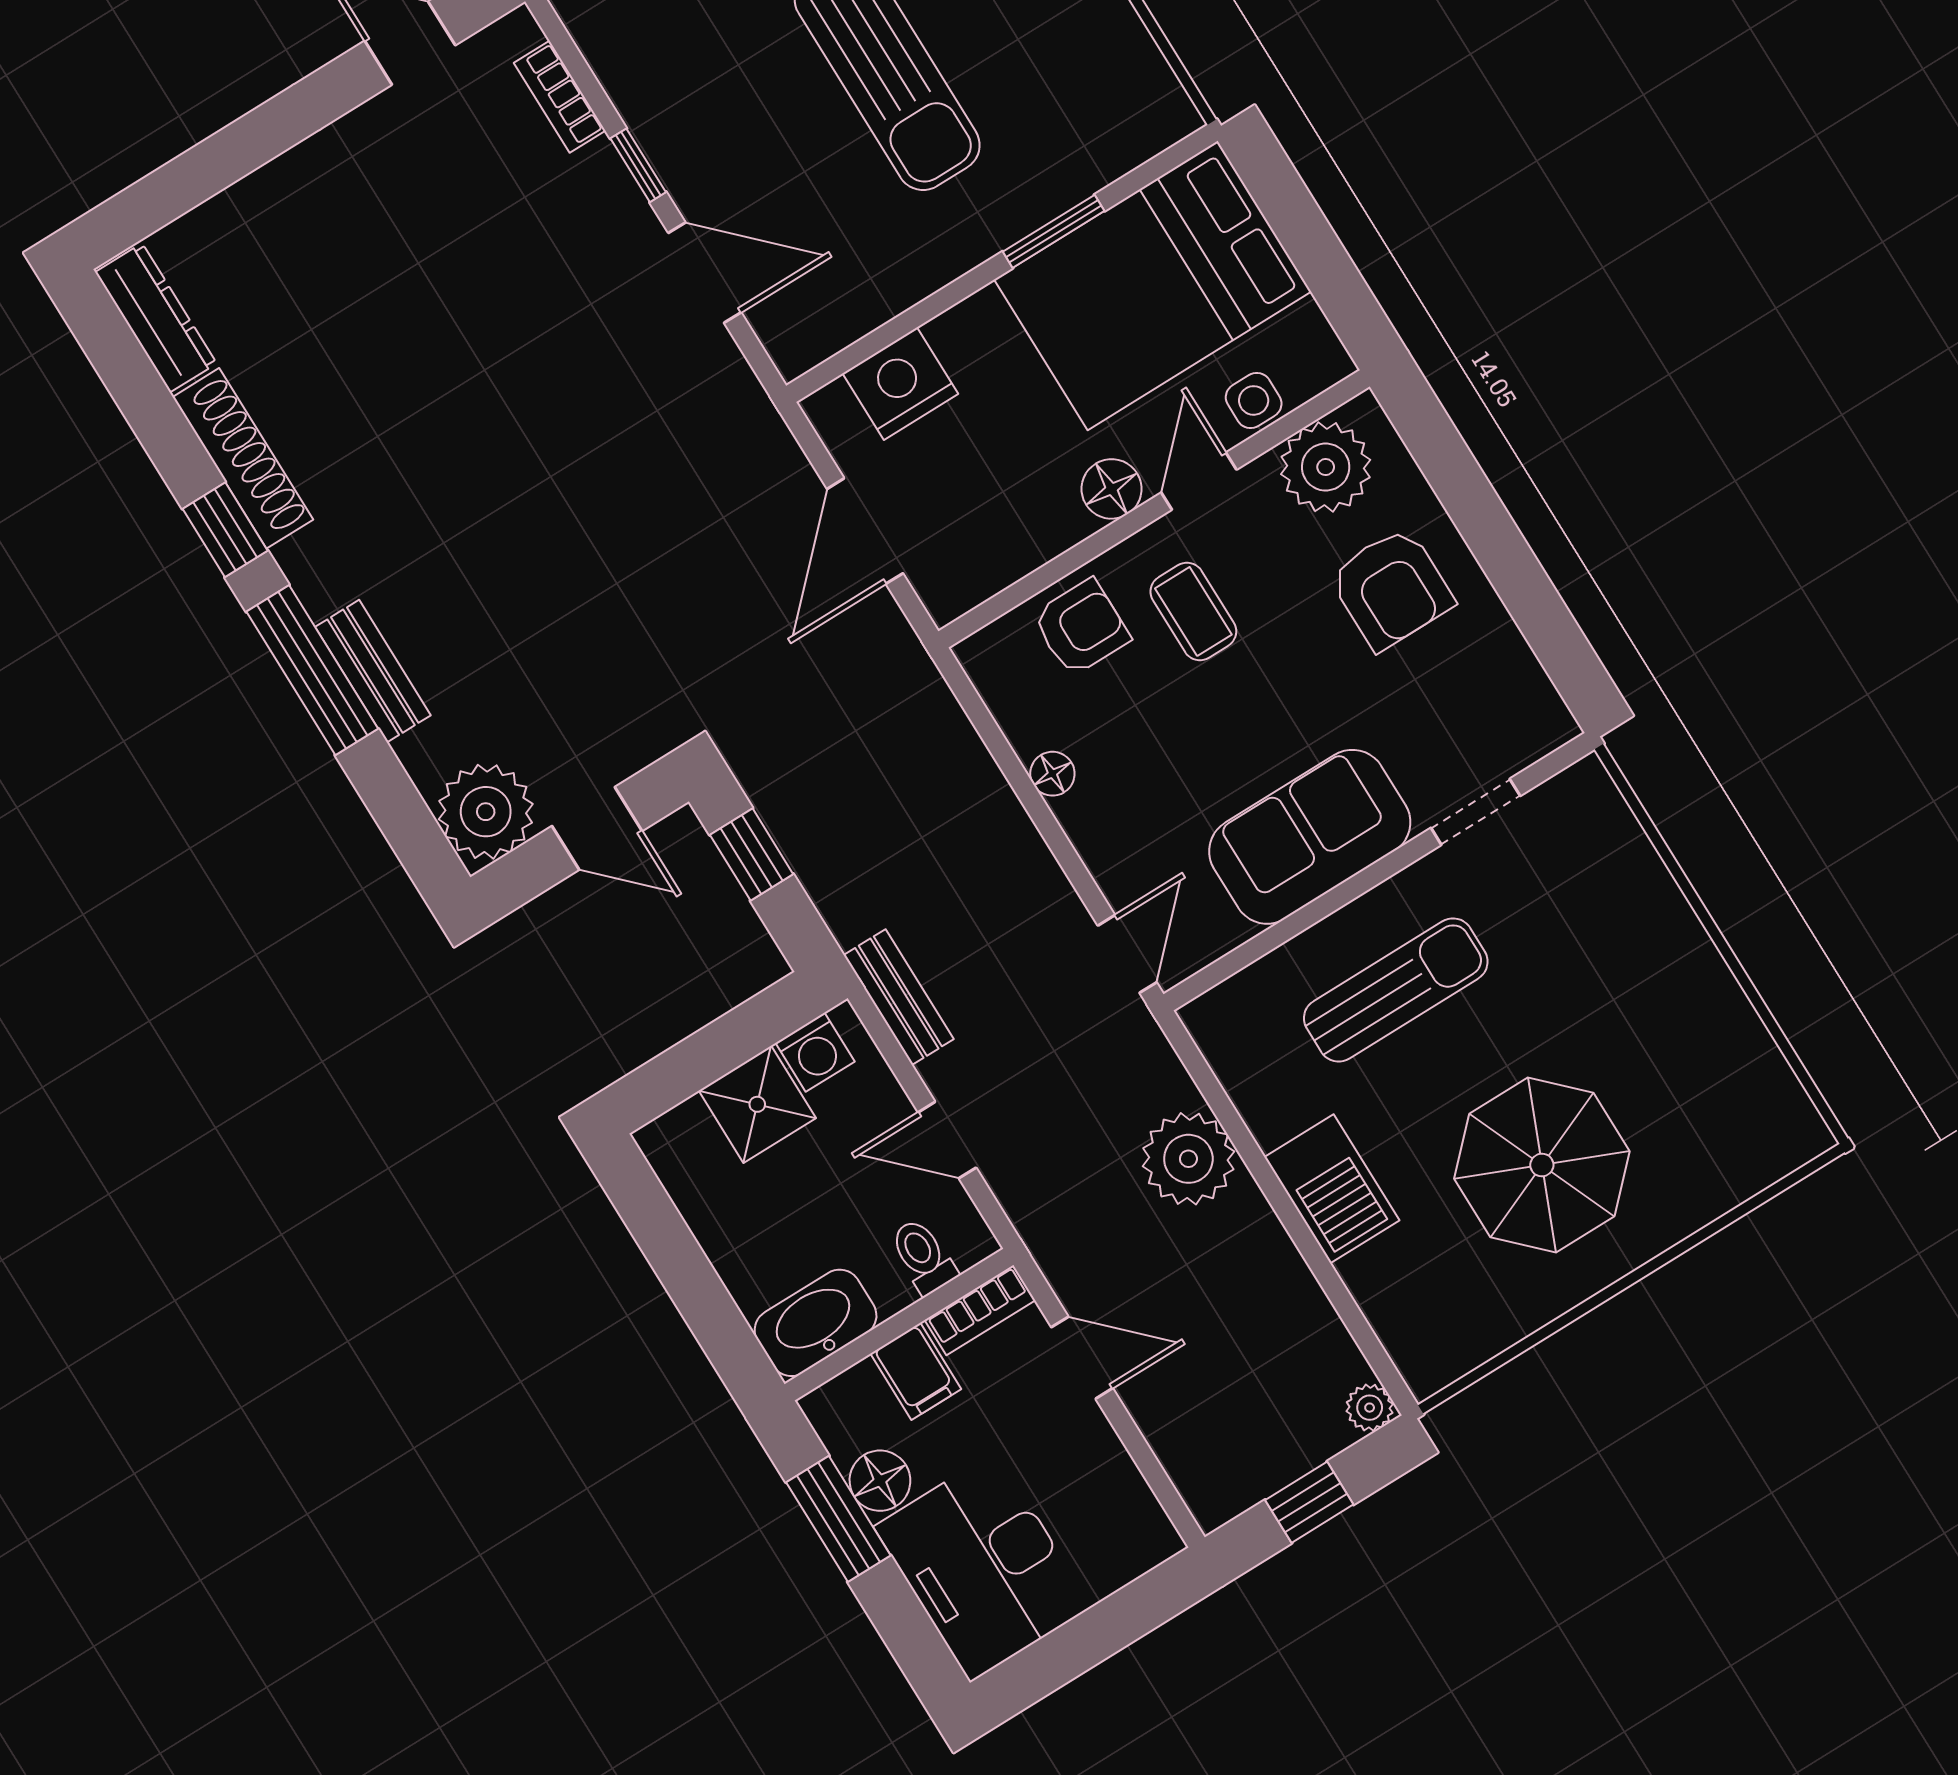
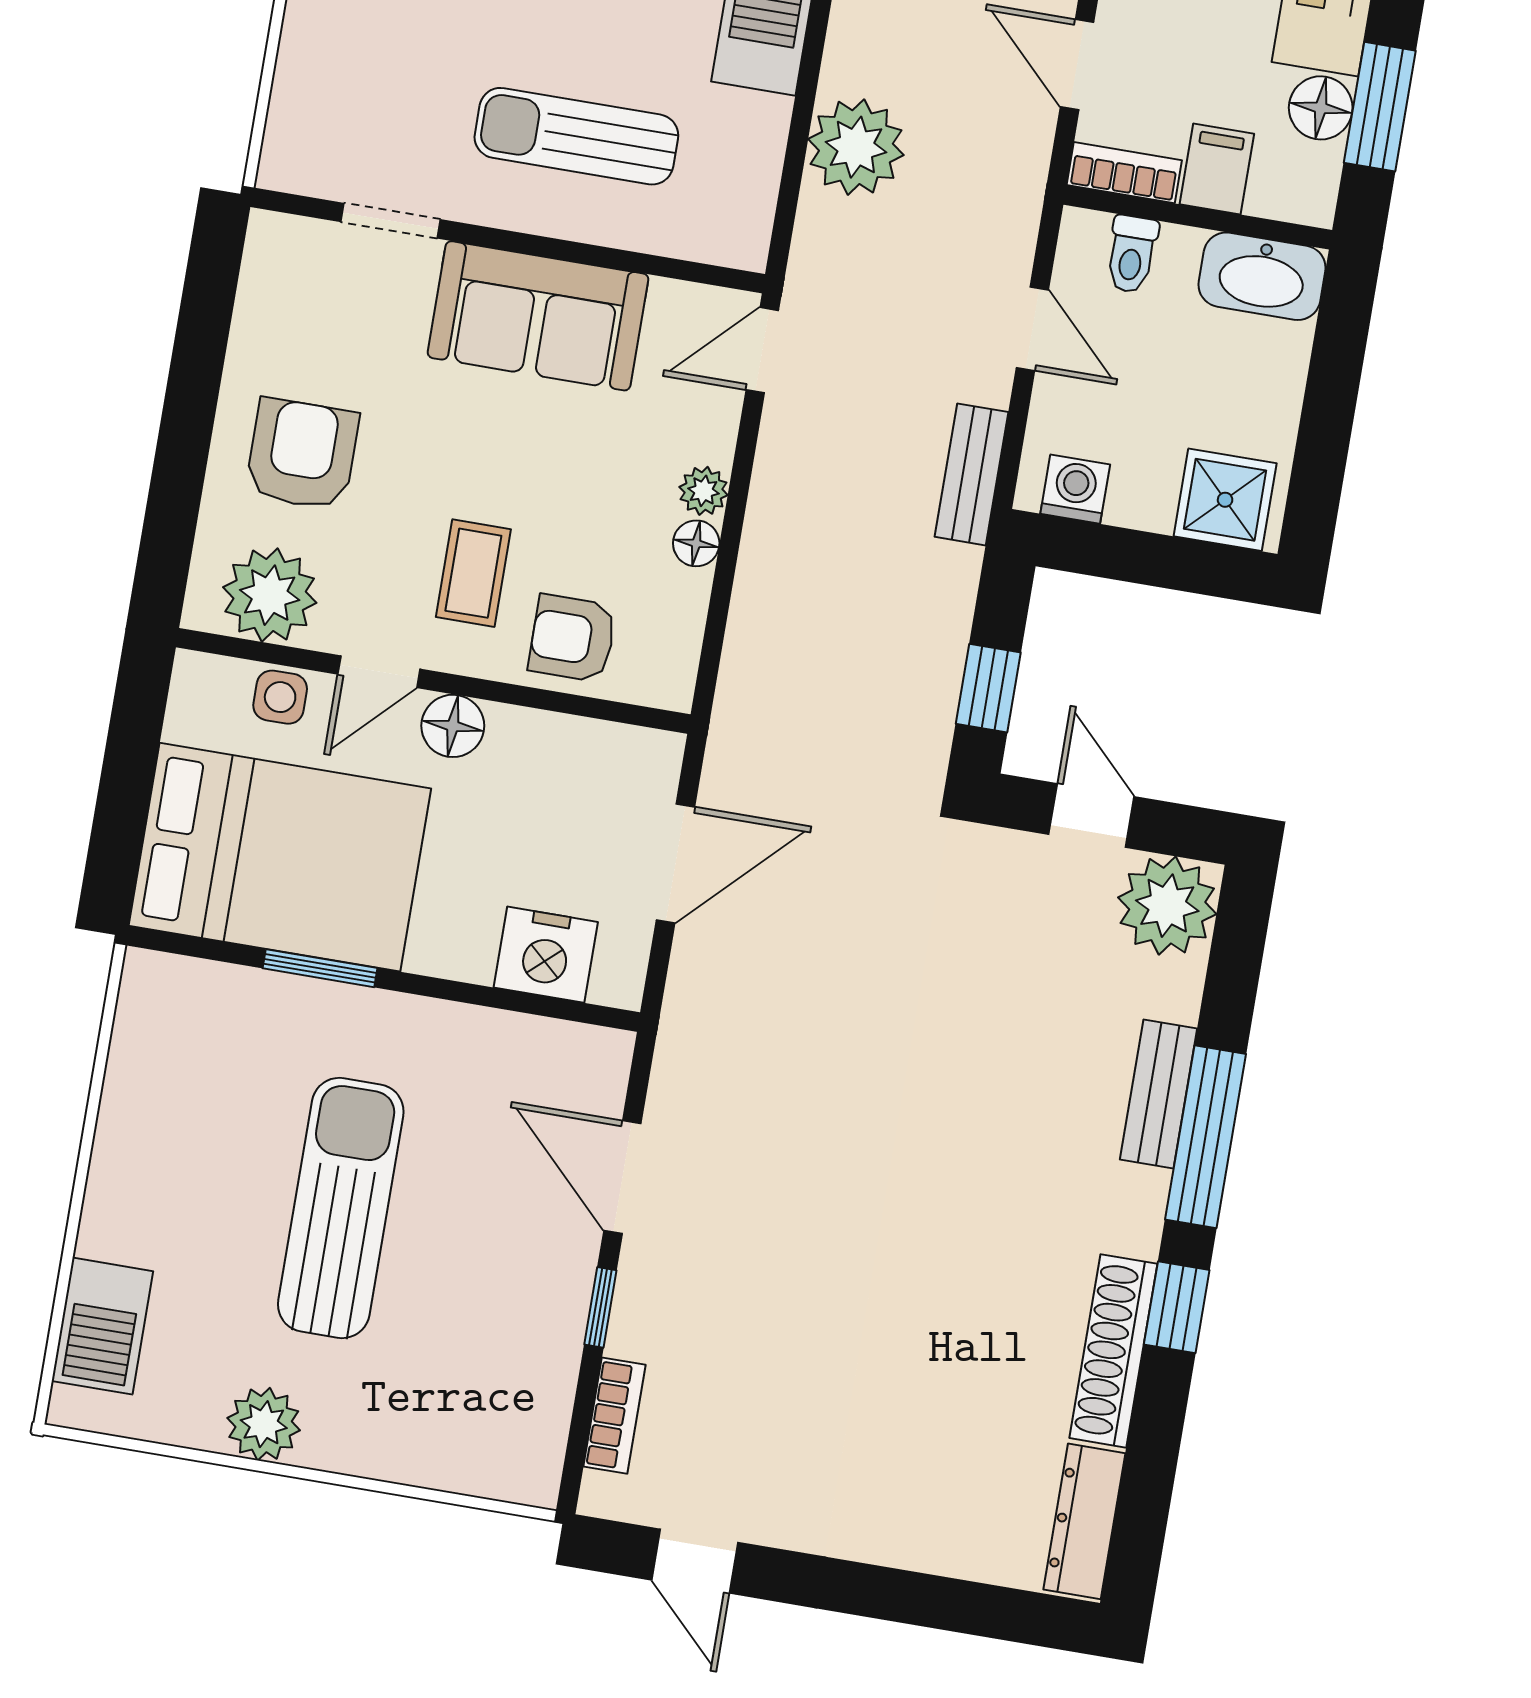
plant: (1080, 816) -> (704, 491), added
shower: (757, 1104) -> (1225, 500), moved

